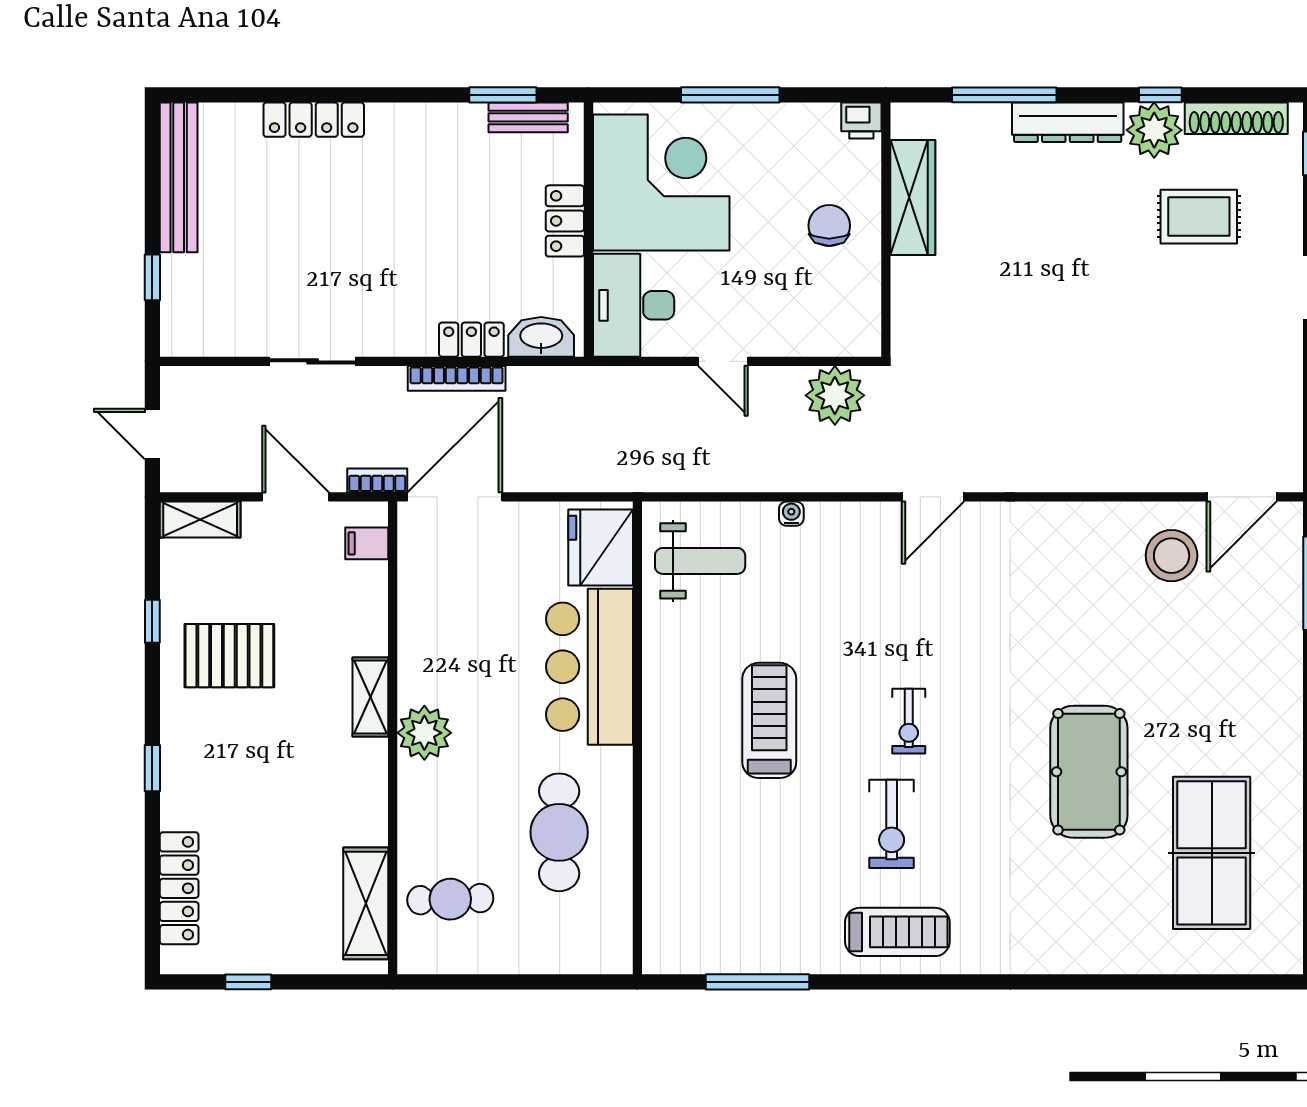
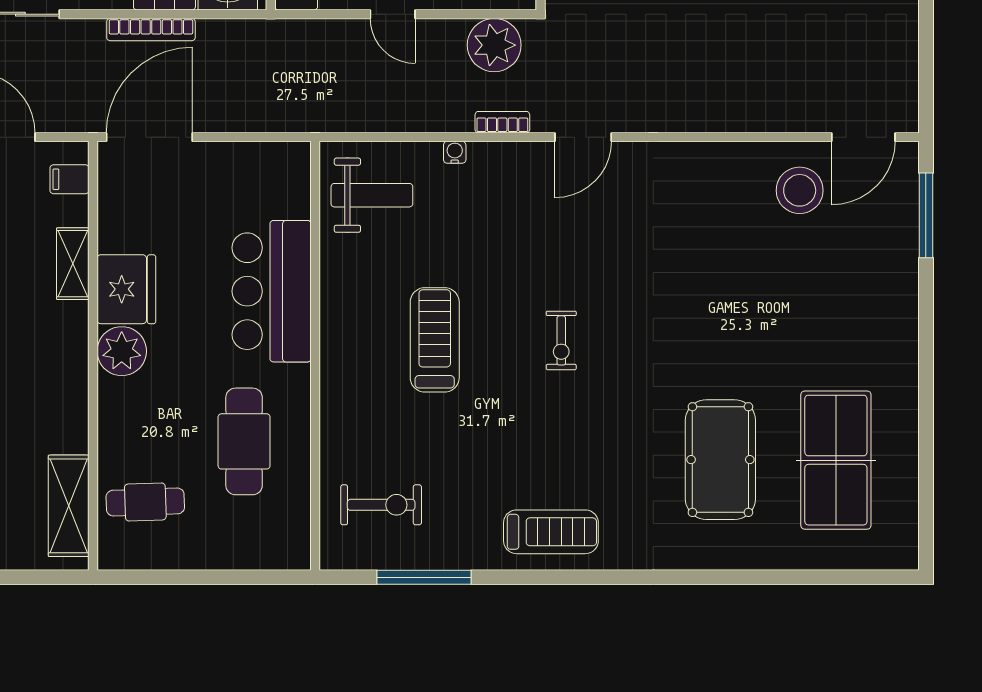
bookcase: (377, 480) -> (502, 122), moved
fridge: (601, 548) -> (126, 289), moved, turned 180
shelving: (370, 697) -> (73, 264), moved
pool table: (1089, 772) -> (720, 460), moved
exercise bike: (892, 824) -> (381, 505), moved, turned -90

